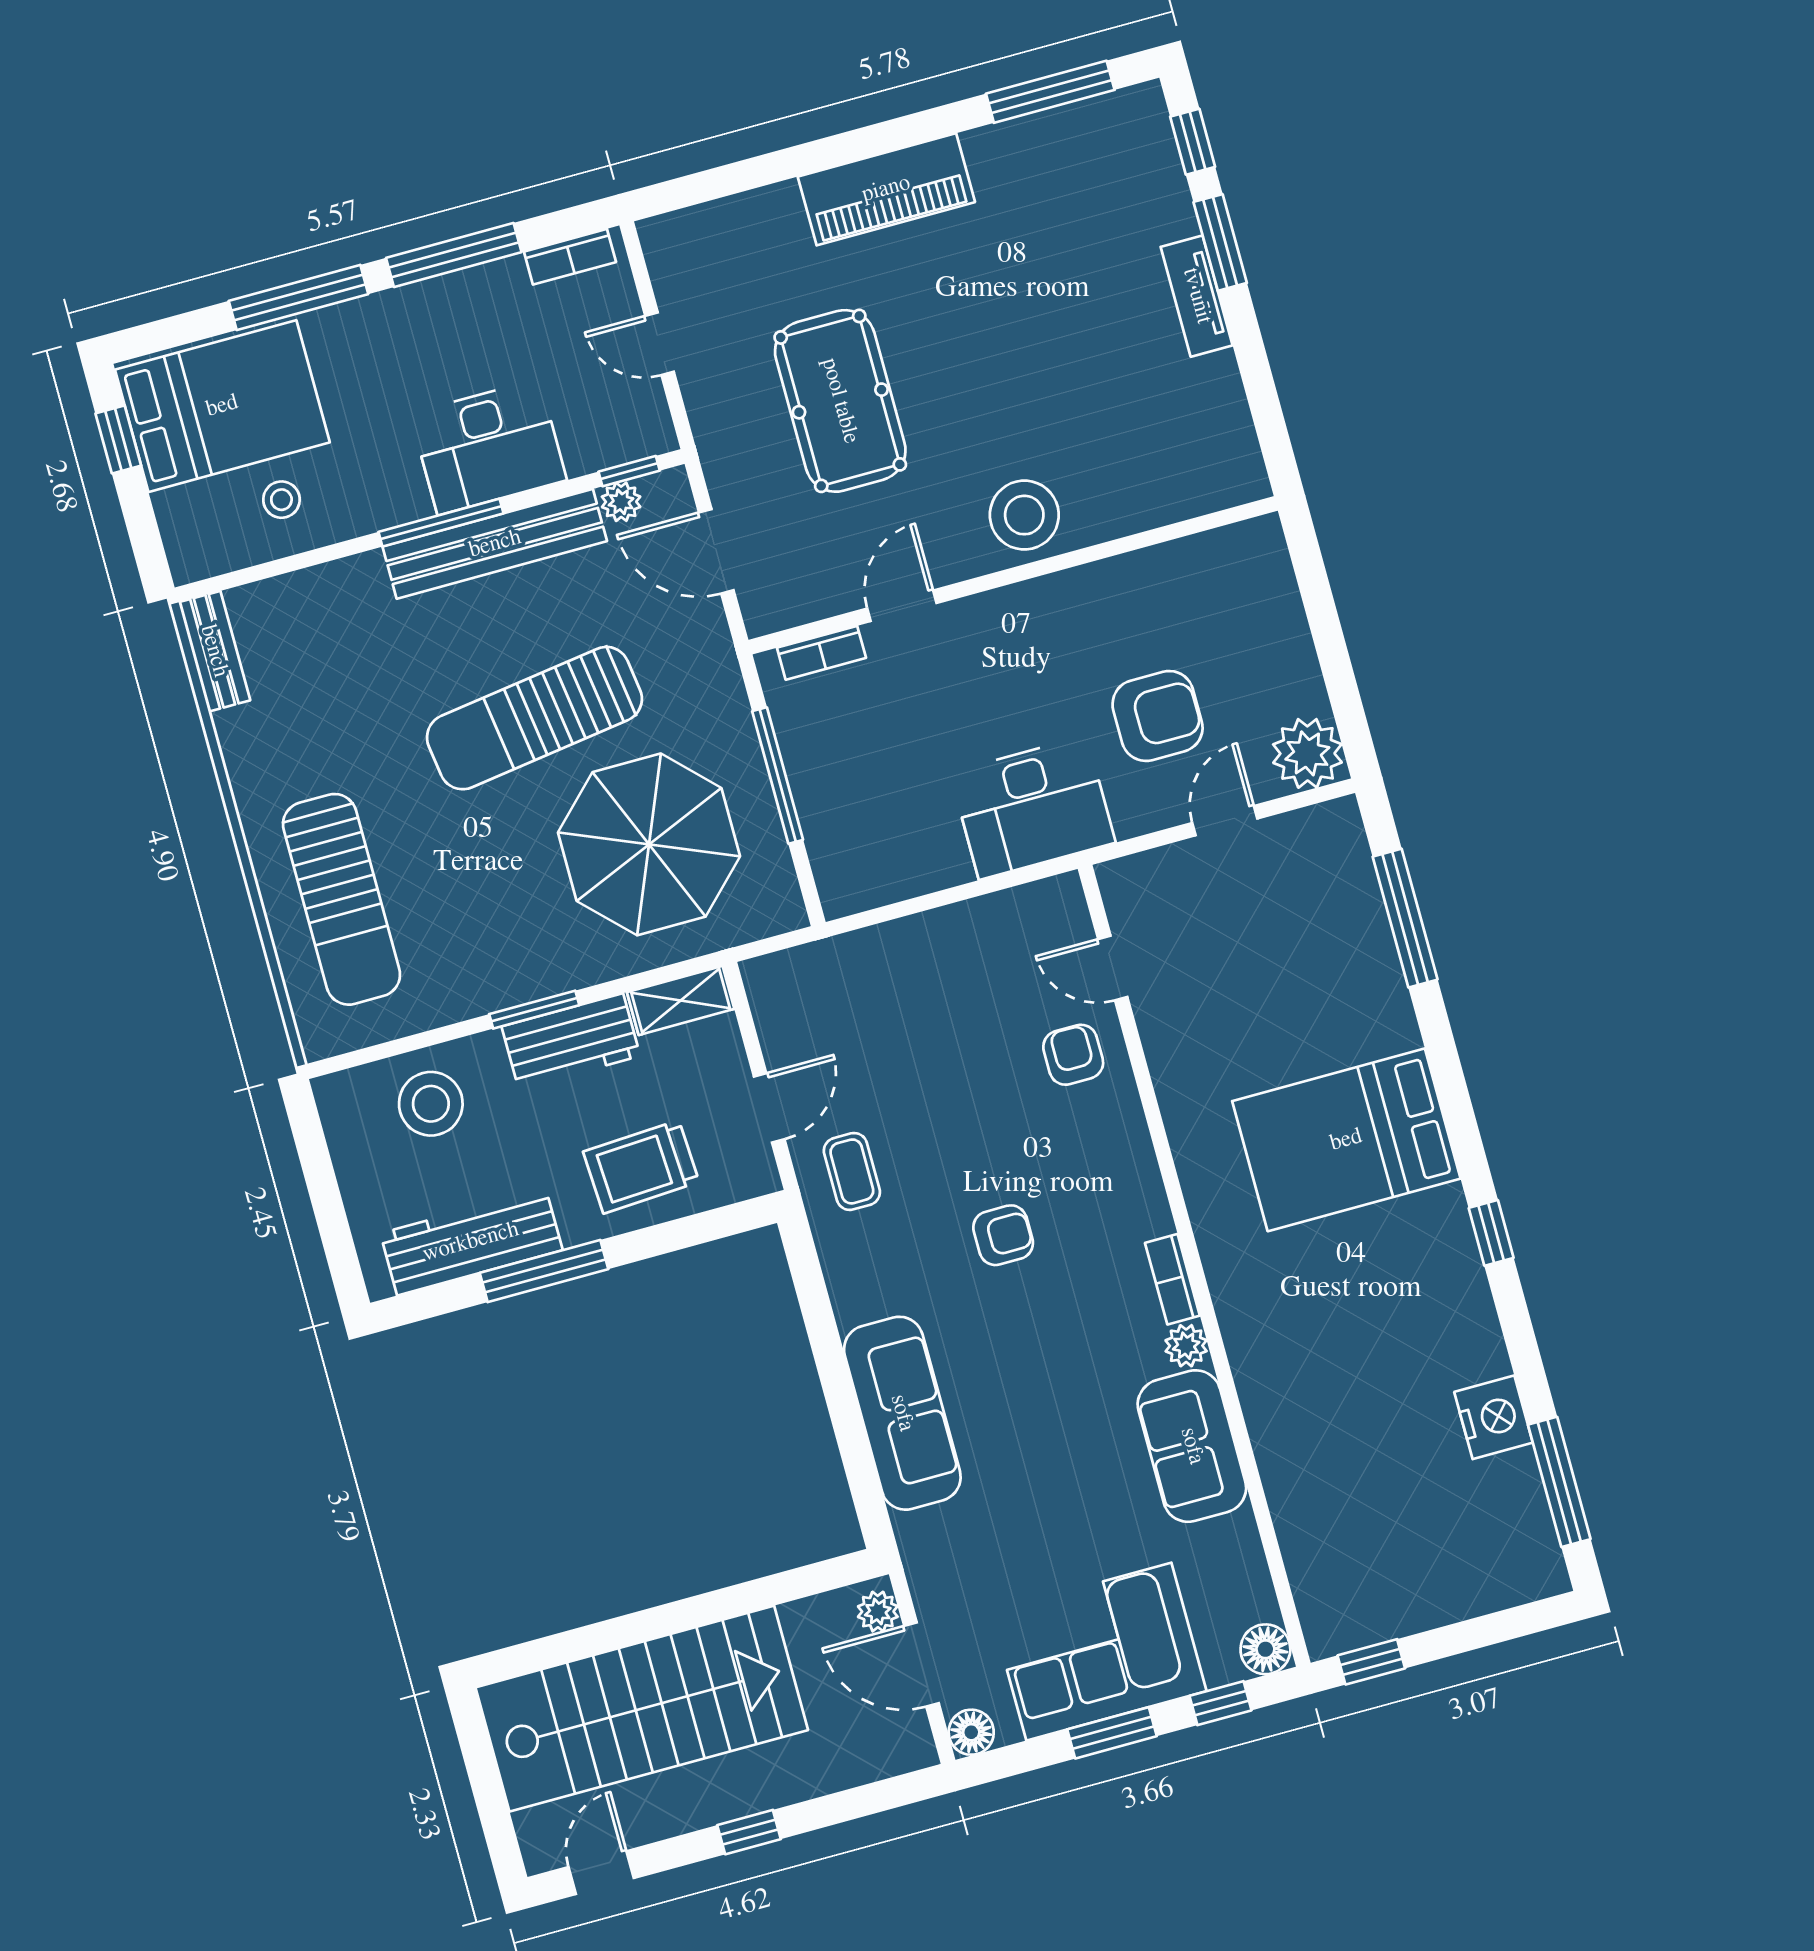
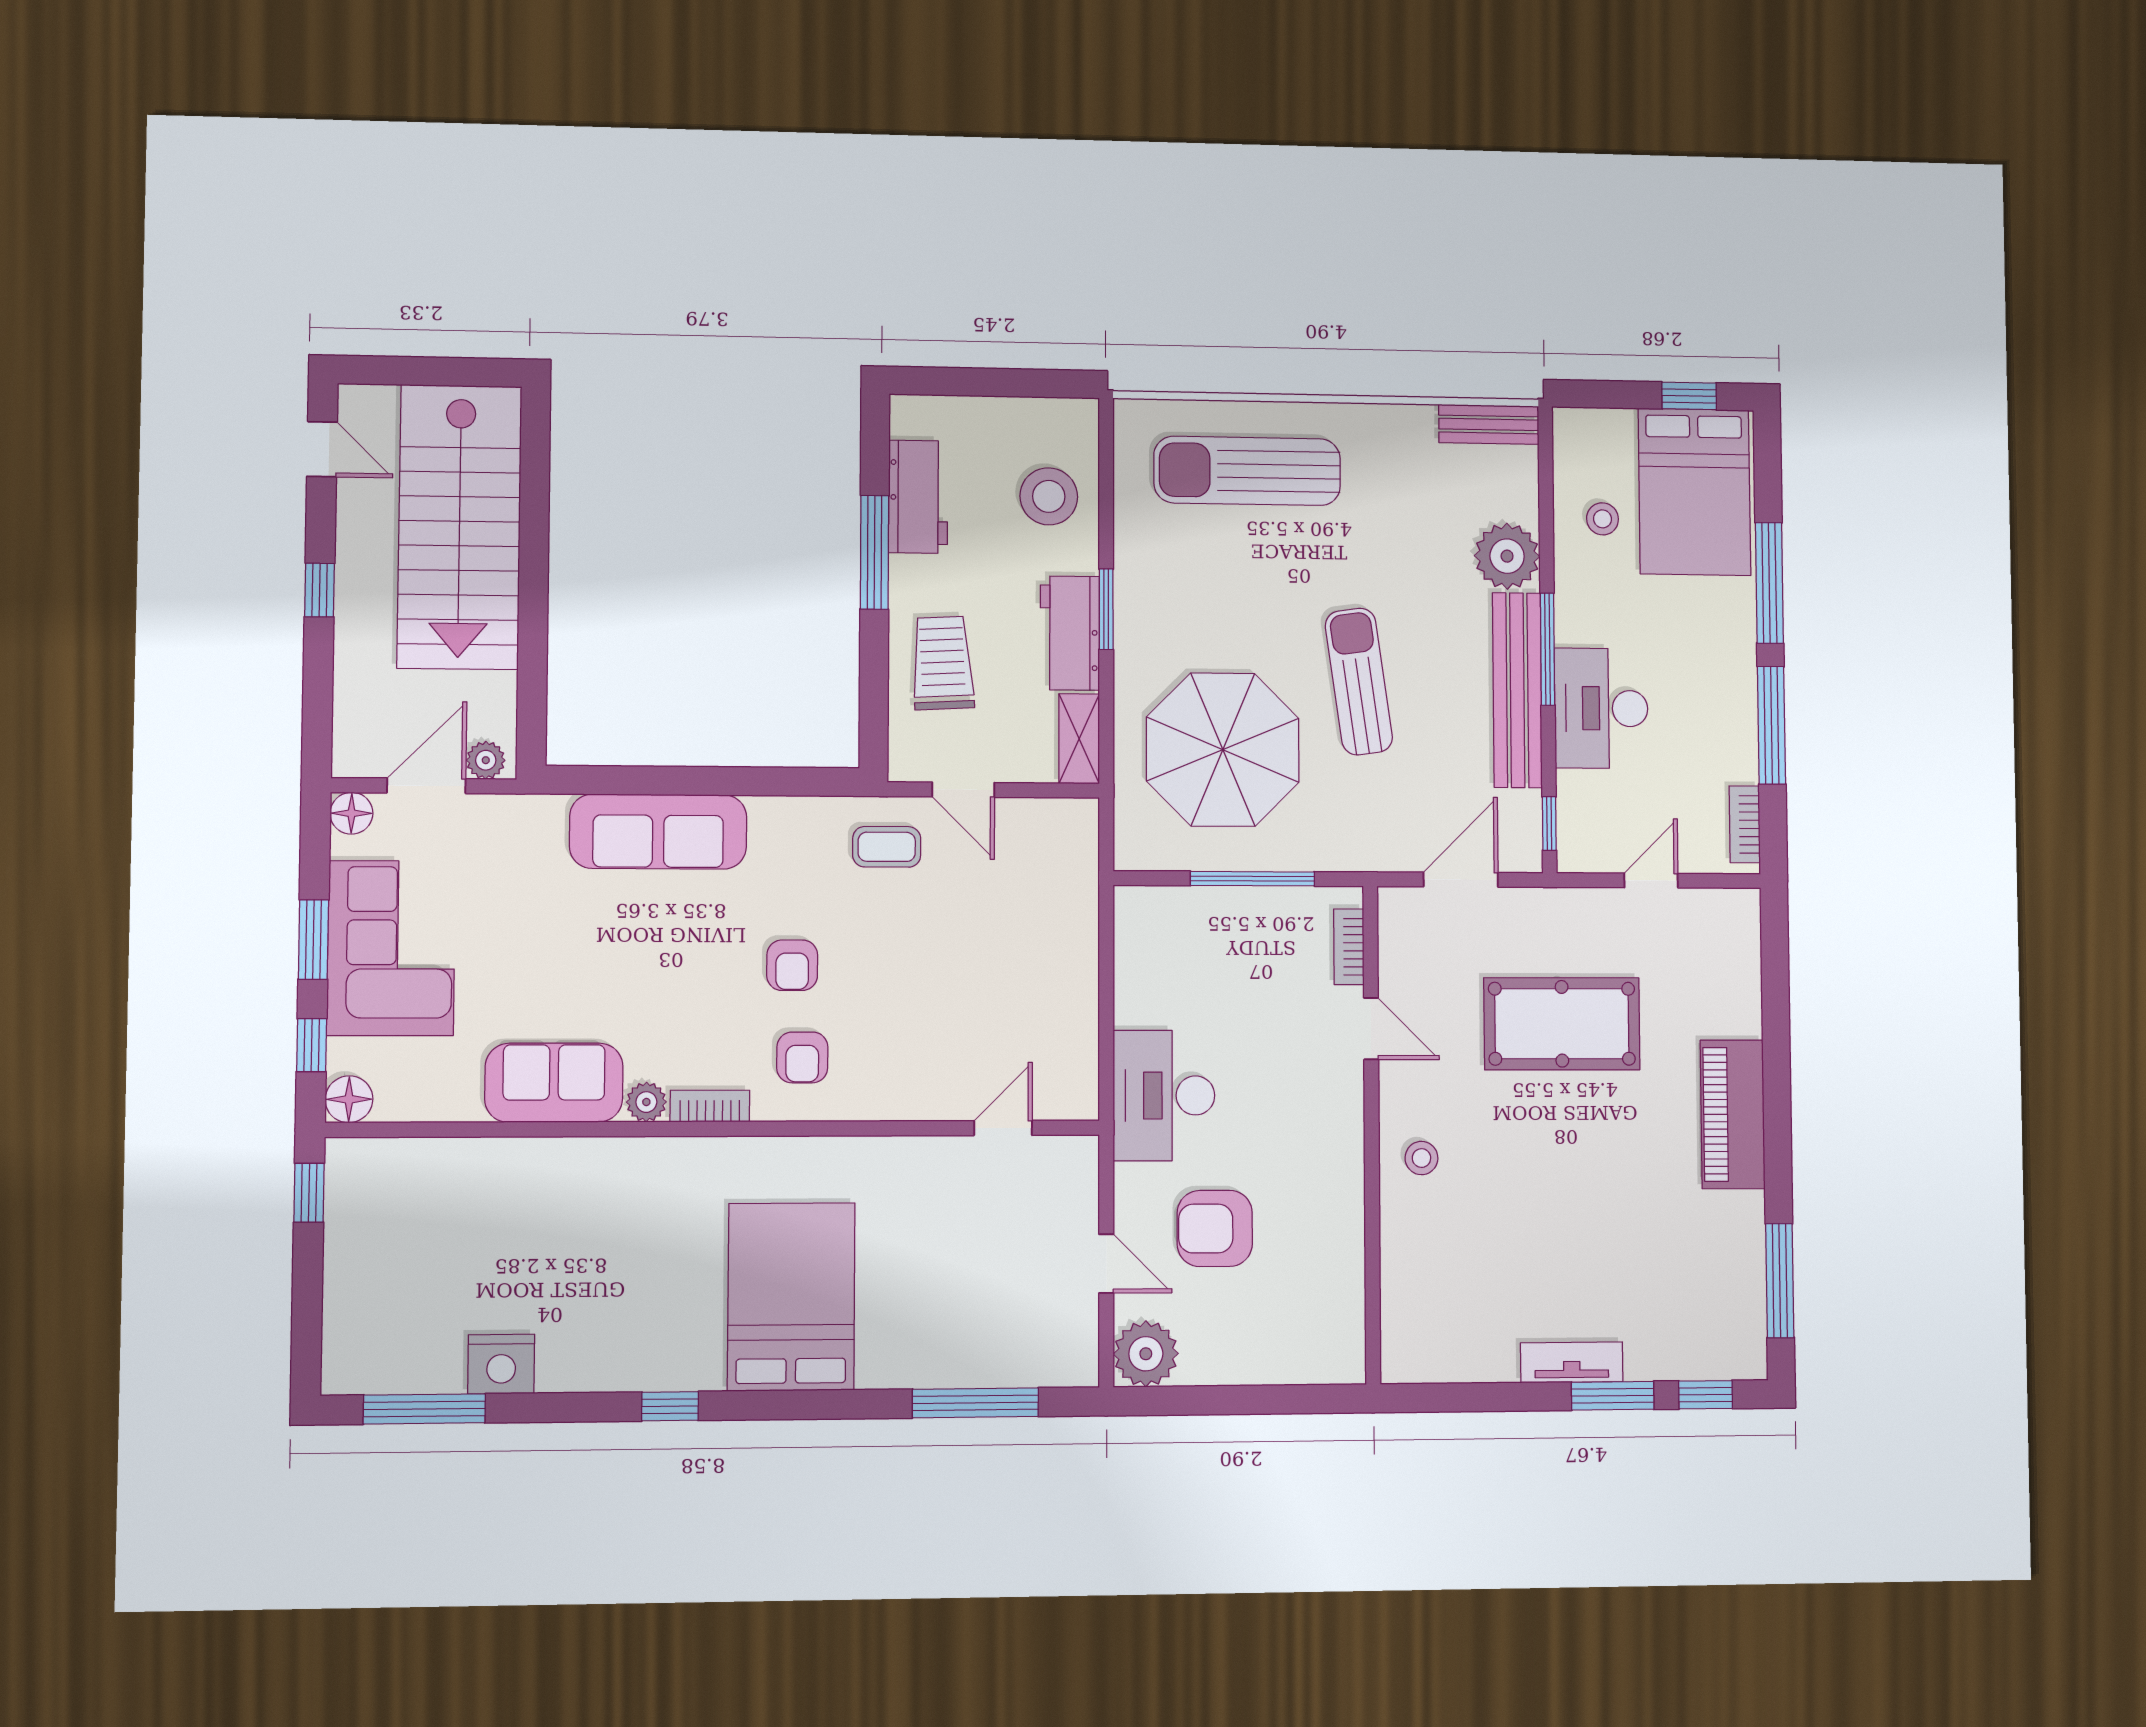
plant: (621, 502) -> (1507, 556), moved, width x1.87, depth x1.87
stool: (1024, 515) -> (1421, 1158), width x0.53, depth x0.53
armchair: (1158, 716) -> (1215, 1228), turned 90
sun lounger: (534, 718) -> (1359, 682), width x0.73, depth x0.75
armchair: (1073, 1055) -> (802, 1057), moved, turned 90
workbench: (471, 1242) -> (918, 497), width x0.73

